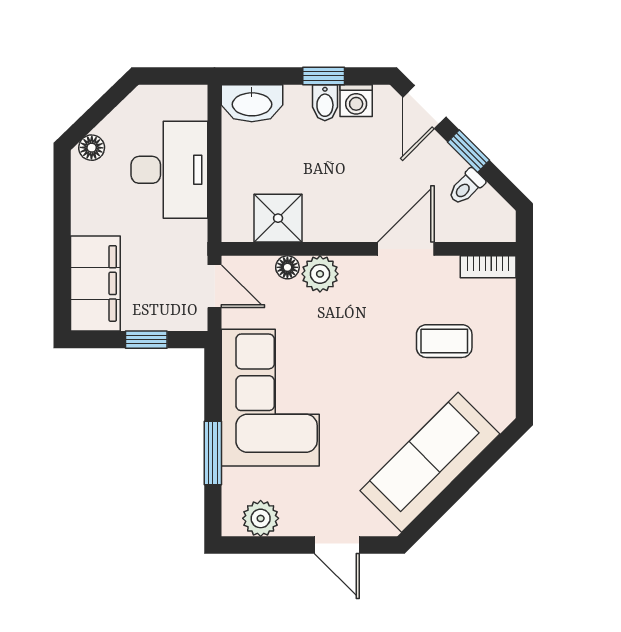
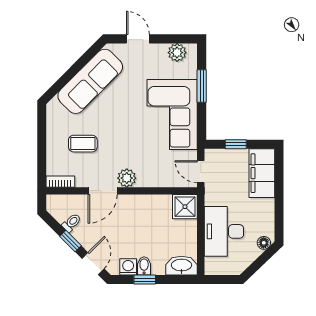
shower: (278, 218) -> (185, 207), moved
floor lamp: (287, 267) -> (163, 181), removed
plant: (320, 274) -> (127, 178), moved

